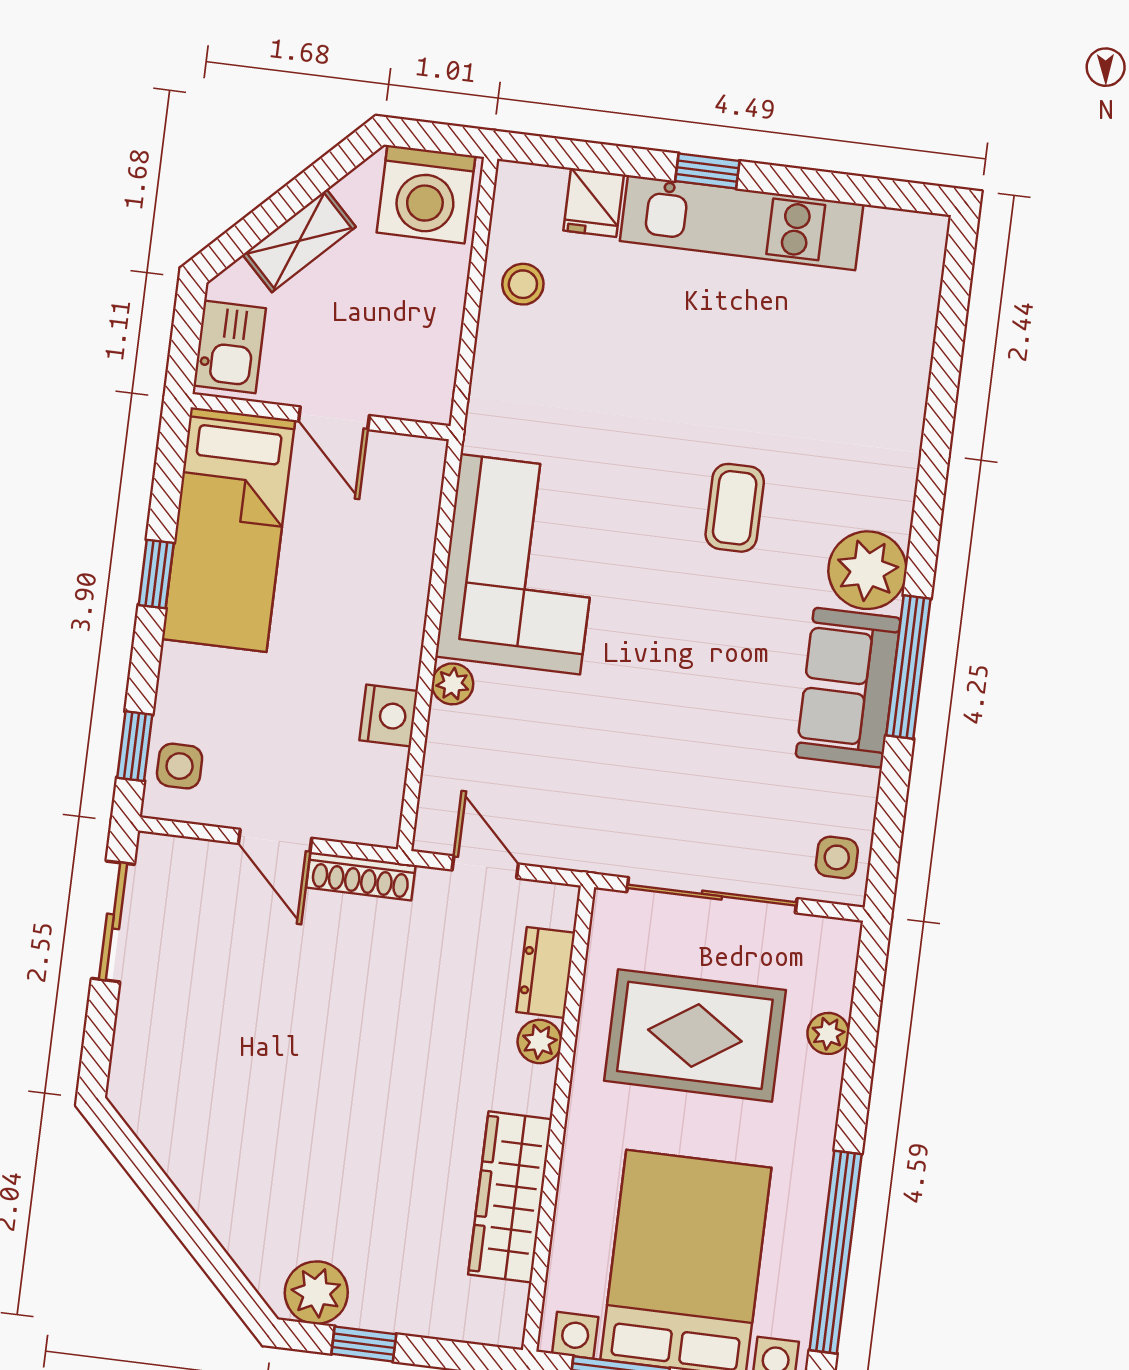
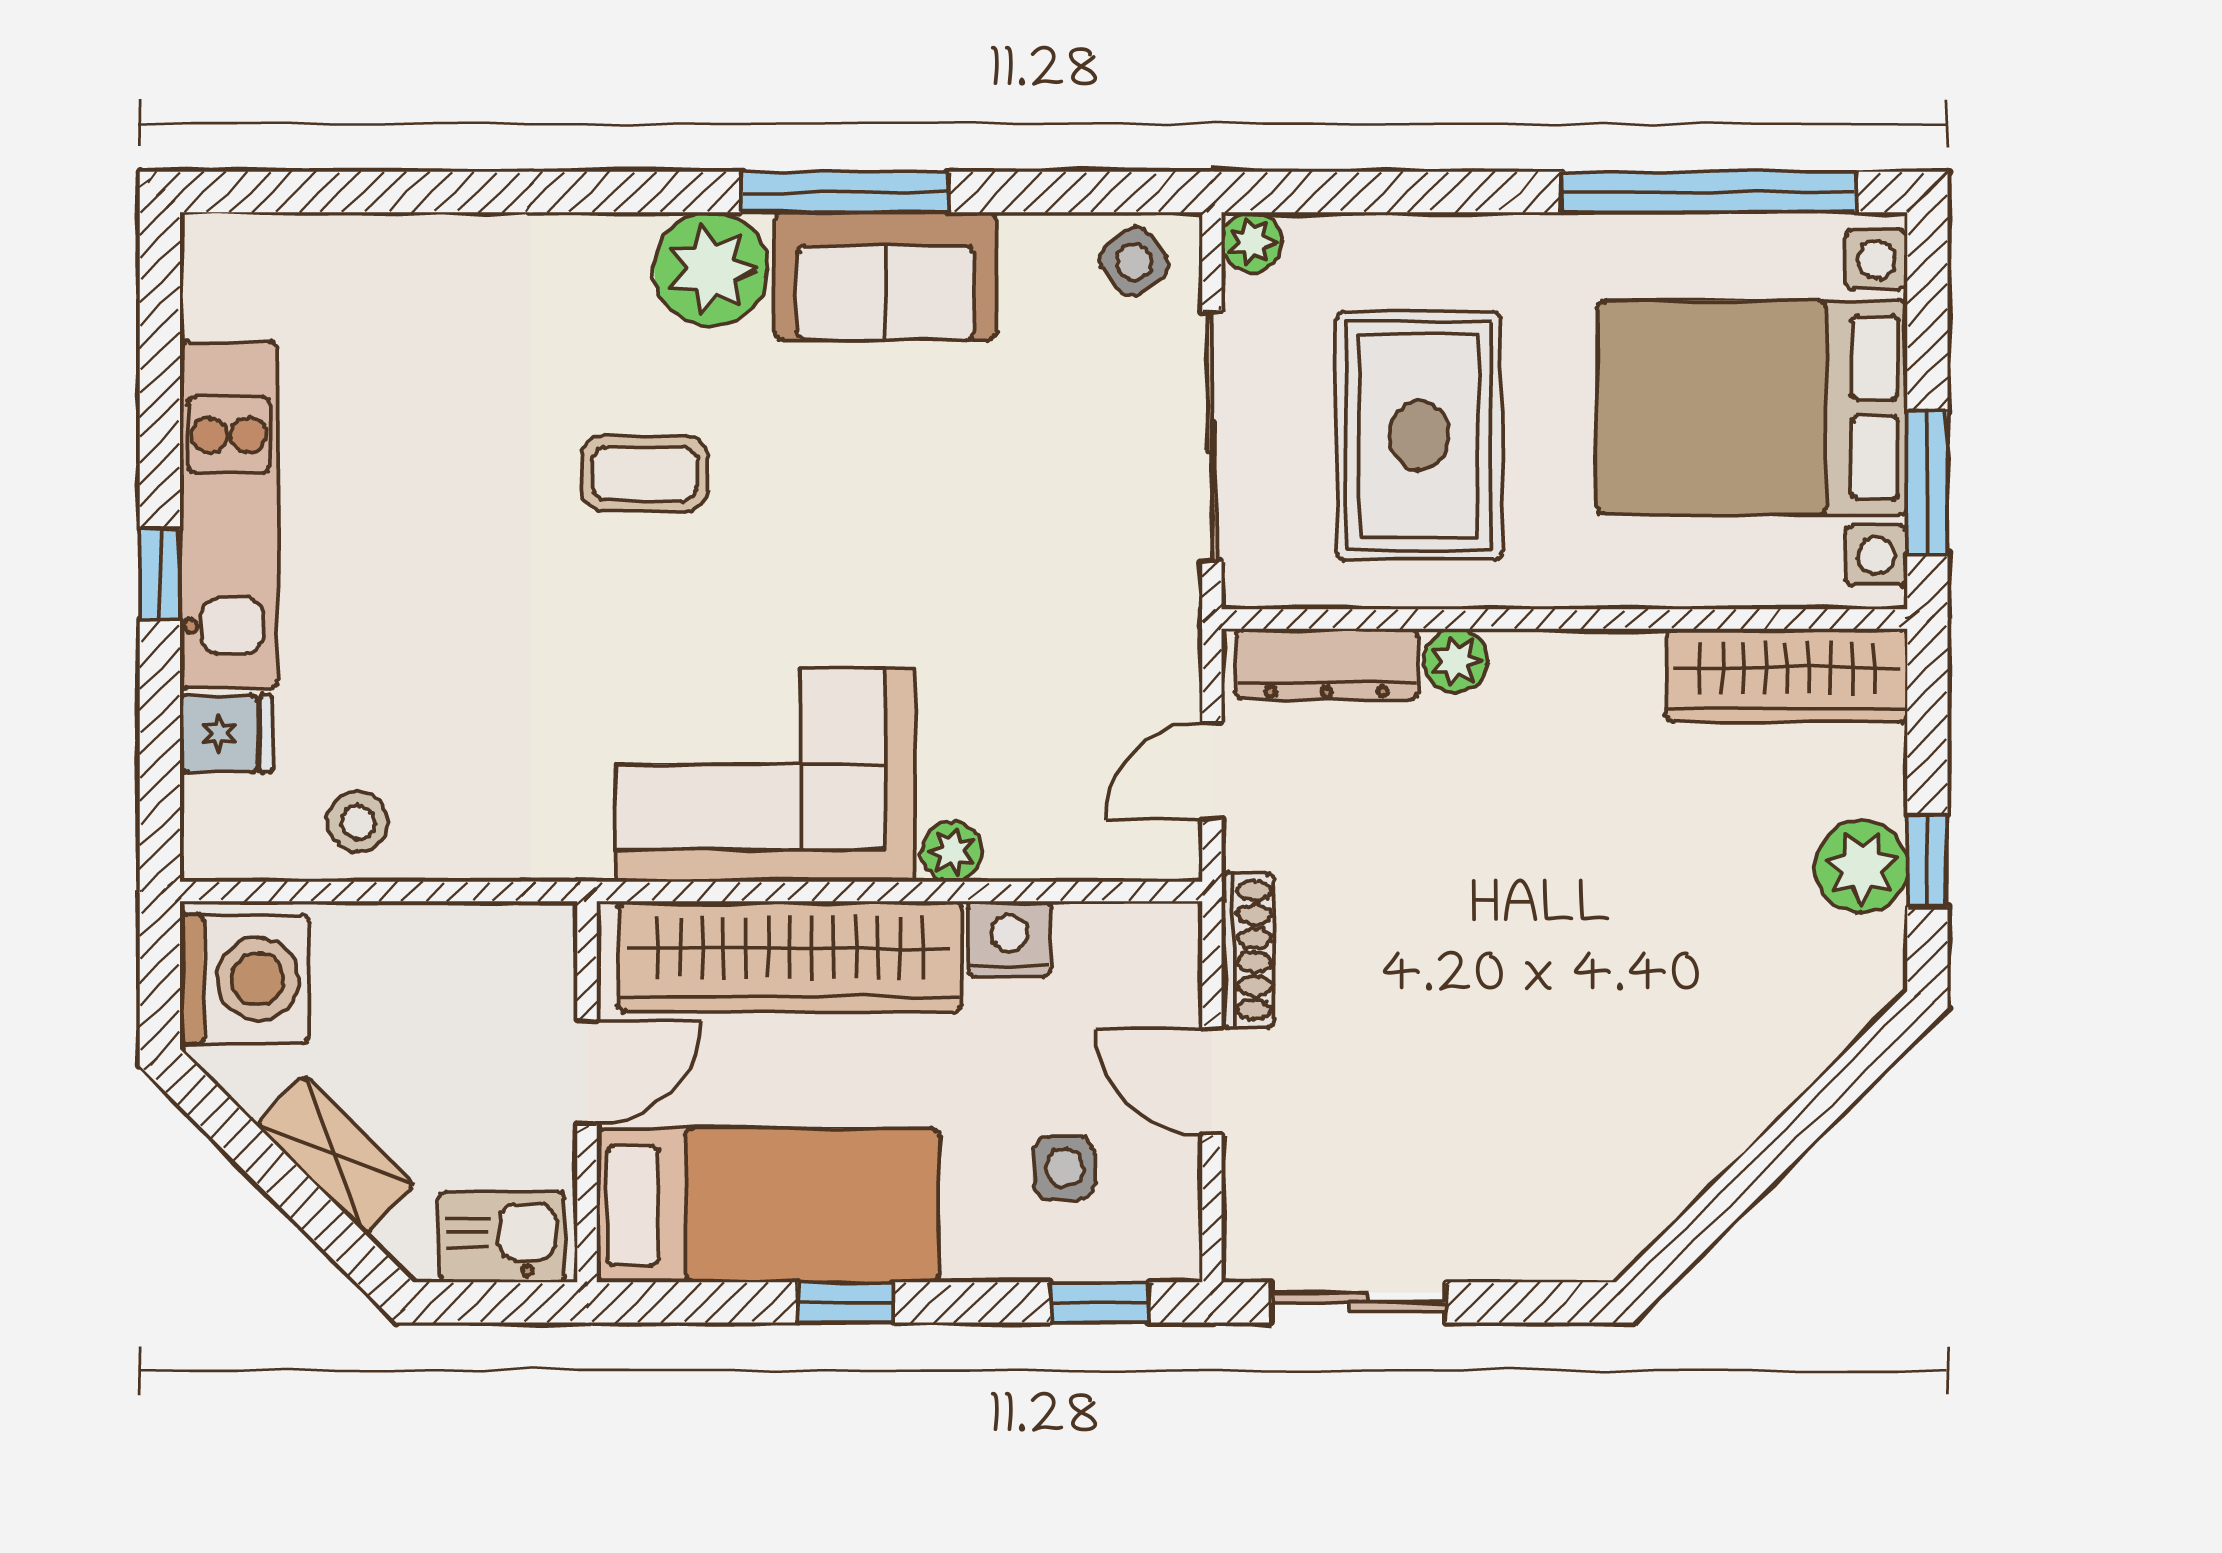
wardrobe: (395, 565) -> (790, 957), added
side table: (180, 766) -> (1064, 1168), moved
door: (275, 841) -> (1212, 1081), swing flipped
side table: (837, 857) -> (1134, 262), turned -35
dresser: (546, 972) -> (1327, 664), width x1.44
plant: (828, 1033) -> (1252, 242), moved
wardrobe: (510, 1197) -> (1787, 675), moved
plant: (316, 1293) -> (1861, 867), moved

